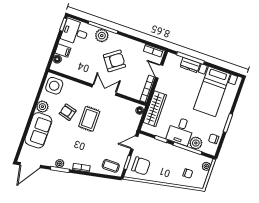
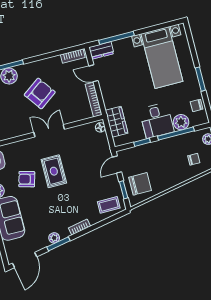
dresser: (190, 65) -> (101, 50), moved
wardrobe: (155, 109) -> (117, 122), width x0.67

